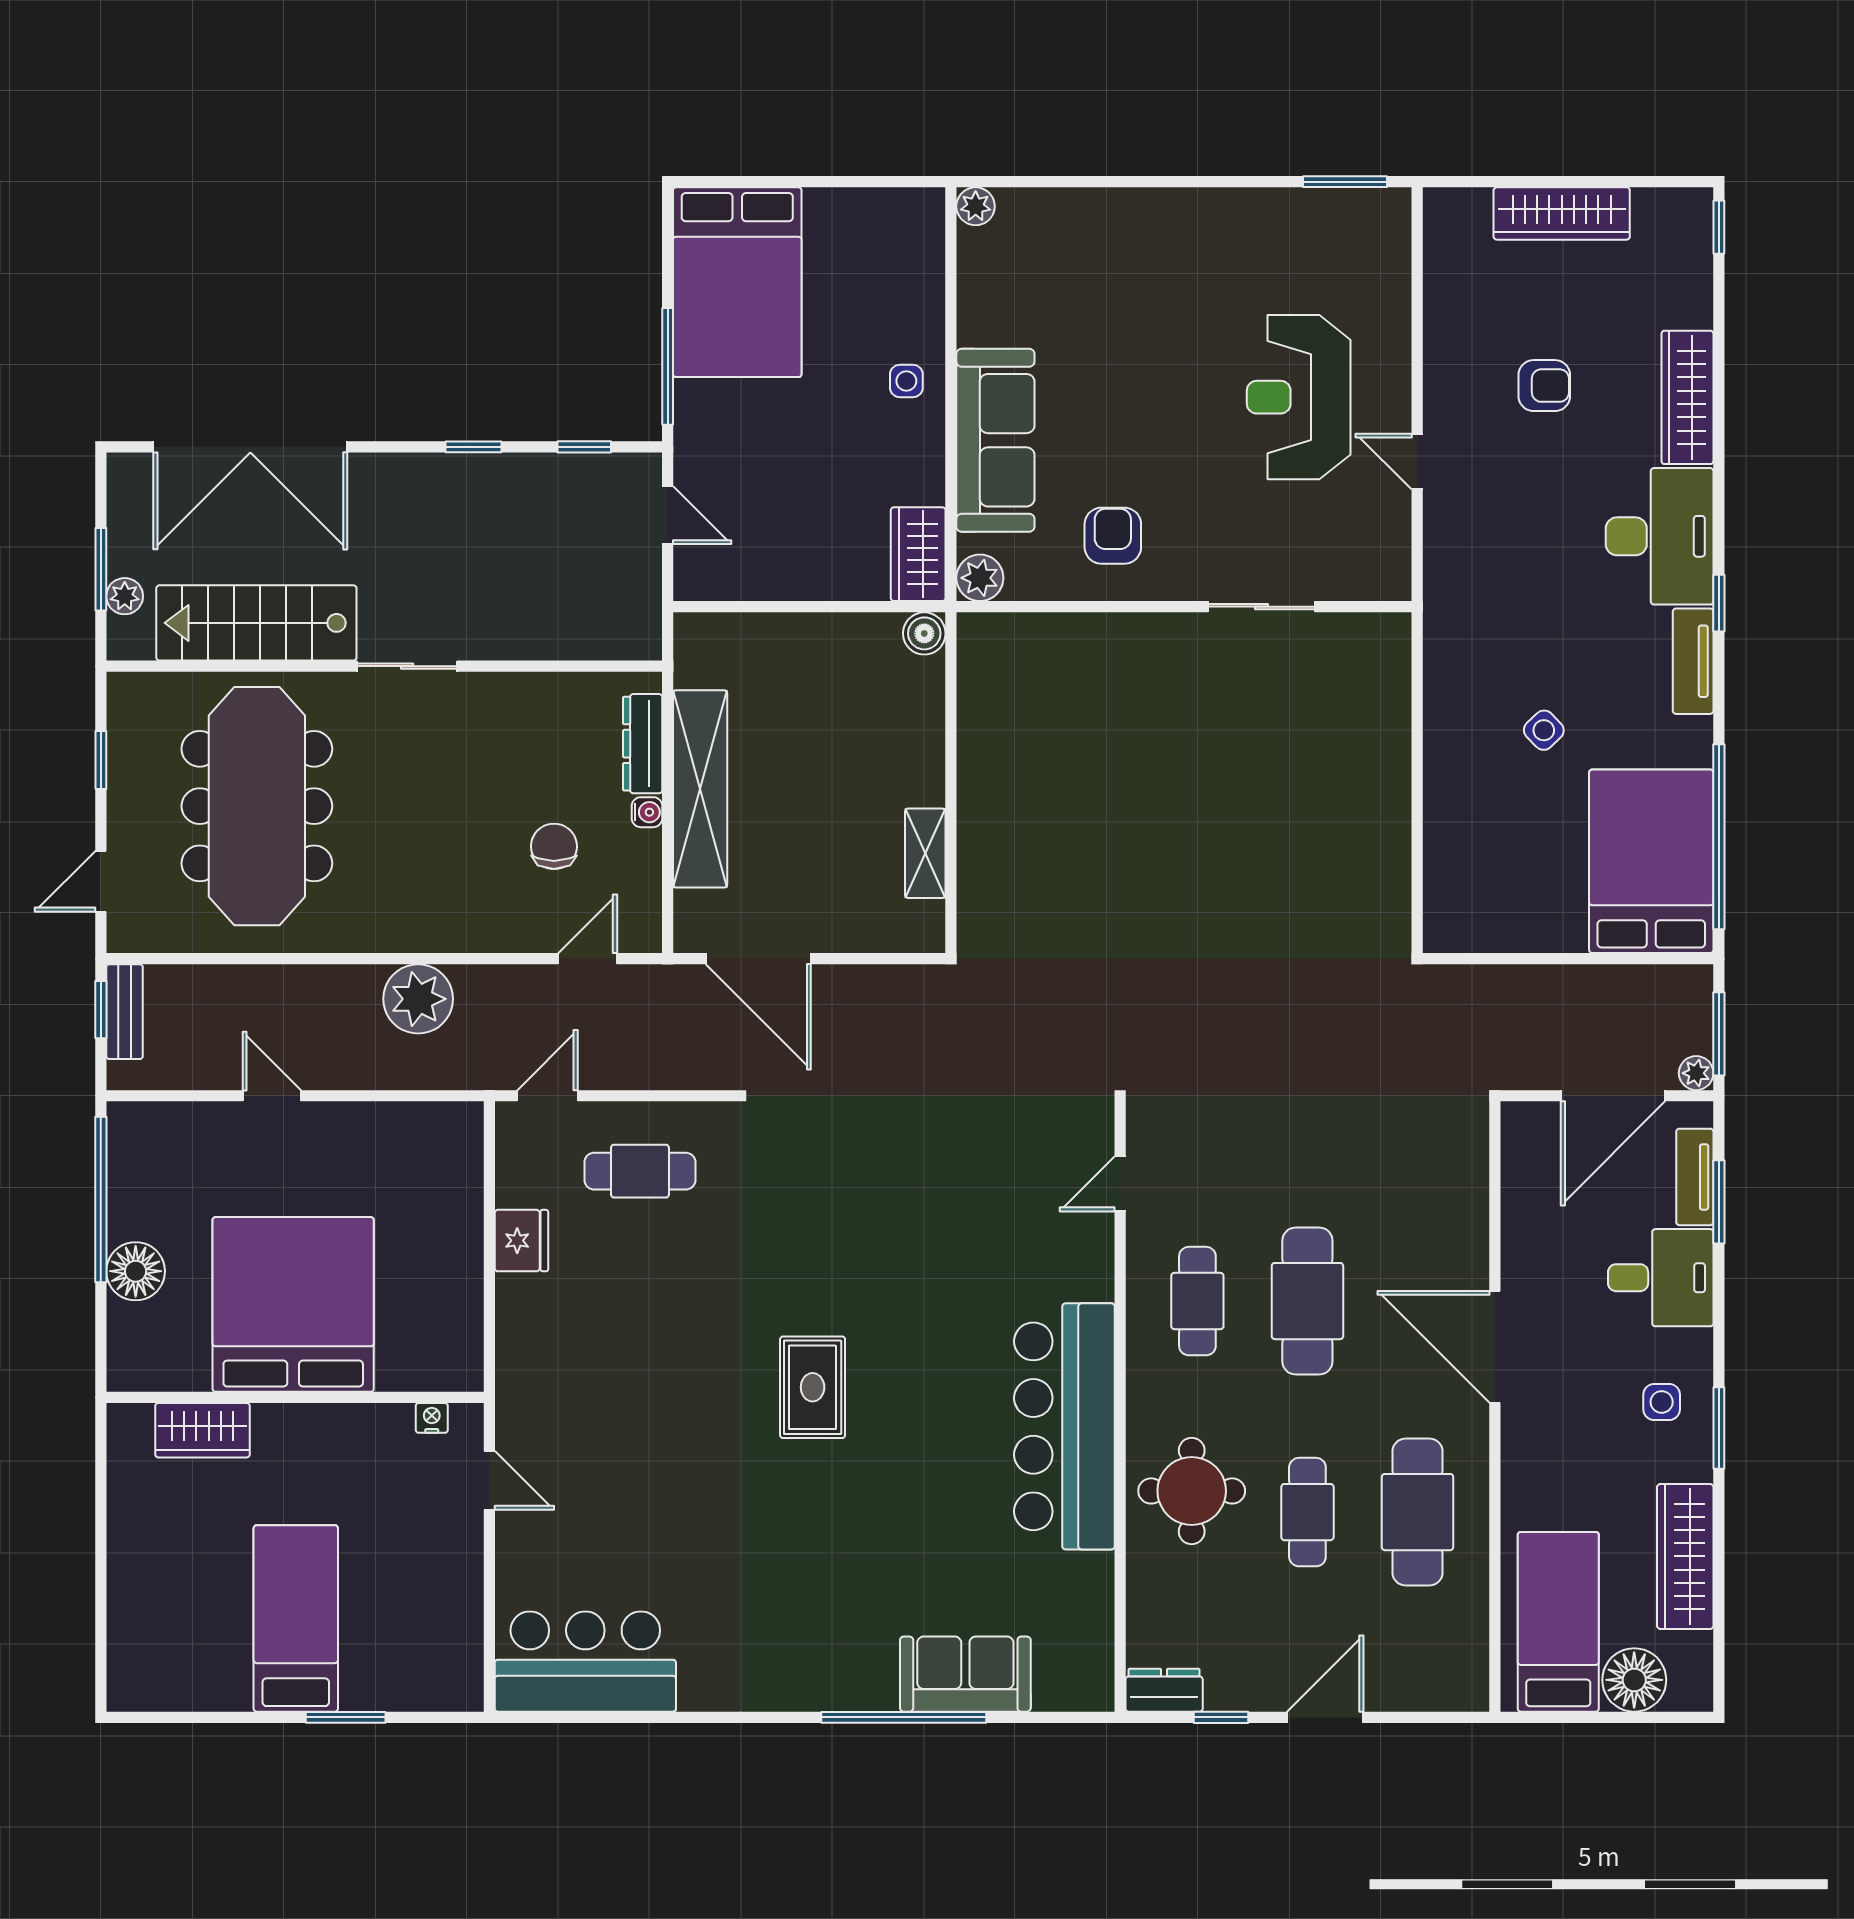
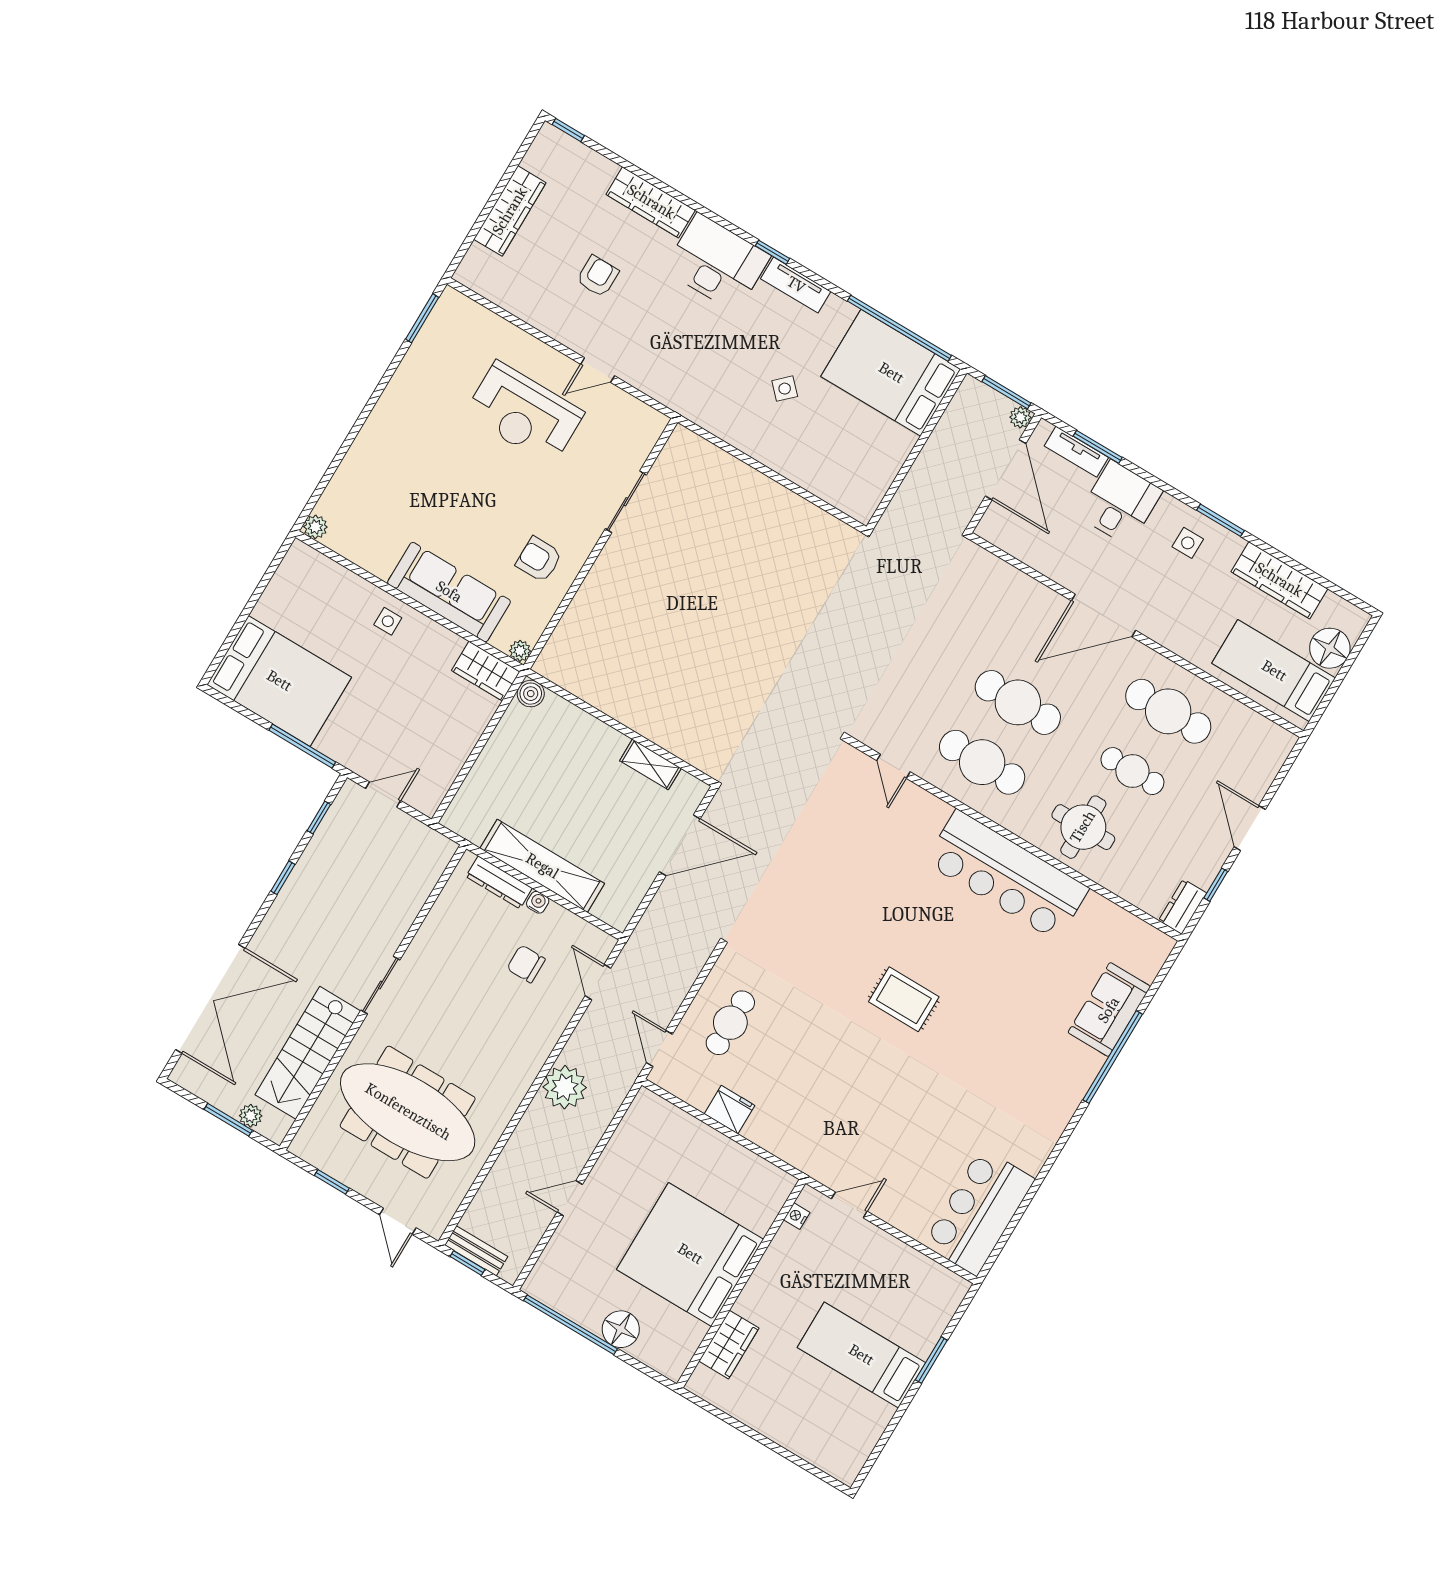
plant: (980, 578) -> (520, 651), width x0.73, depth x0.73
door: (758, 959) -> (680, 845), moved
cafe table: (1197, 1301) -> (982, 762), width x1.37, depth x1.35

